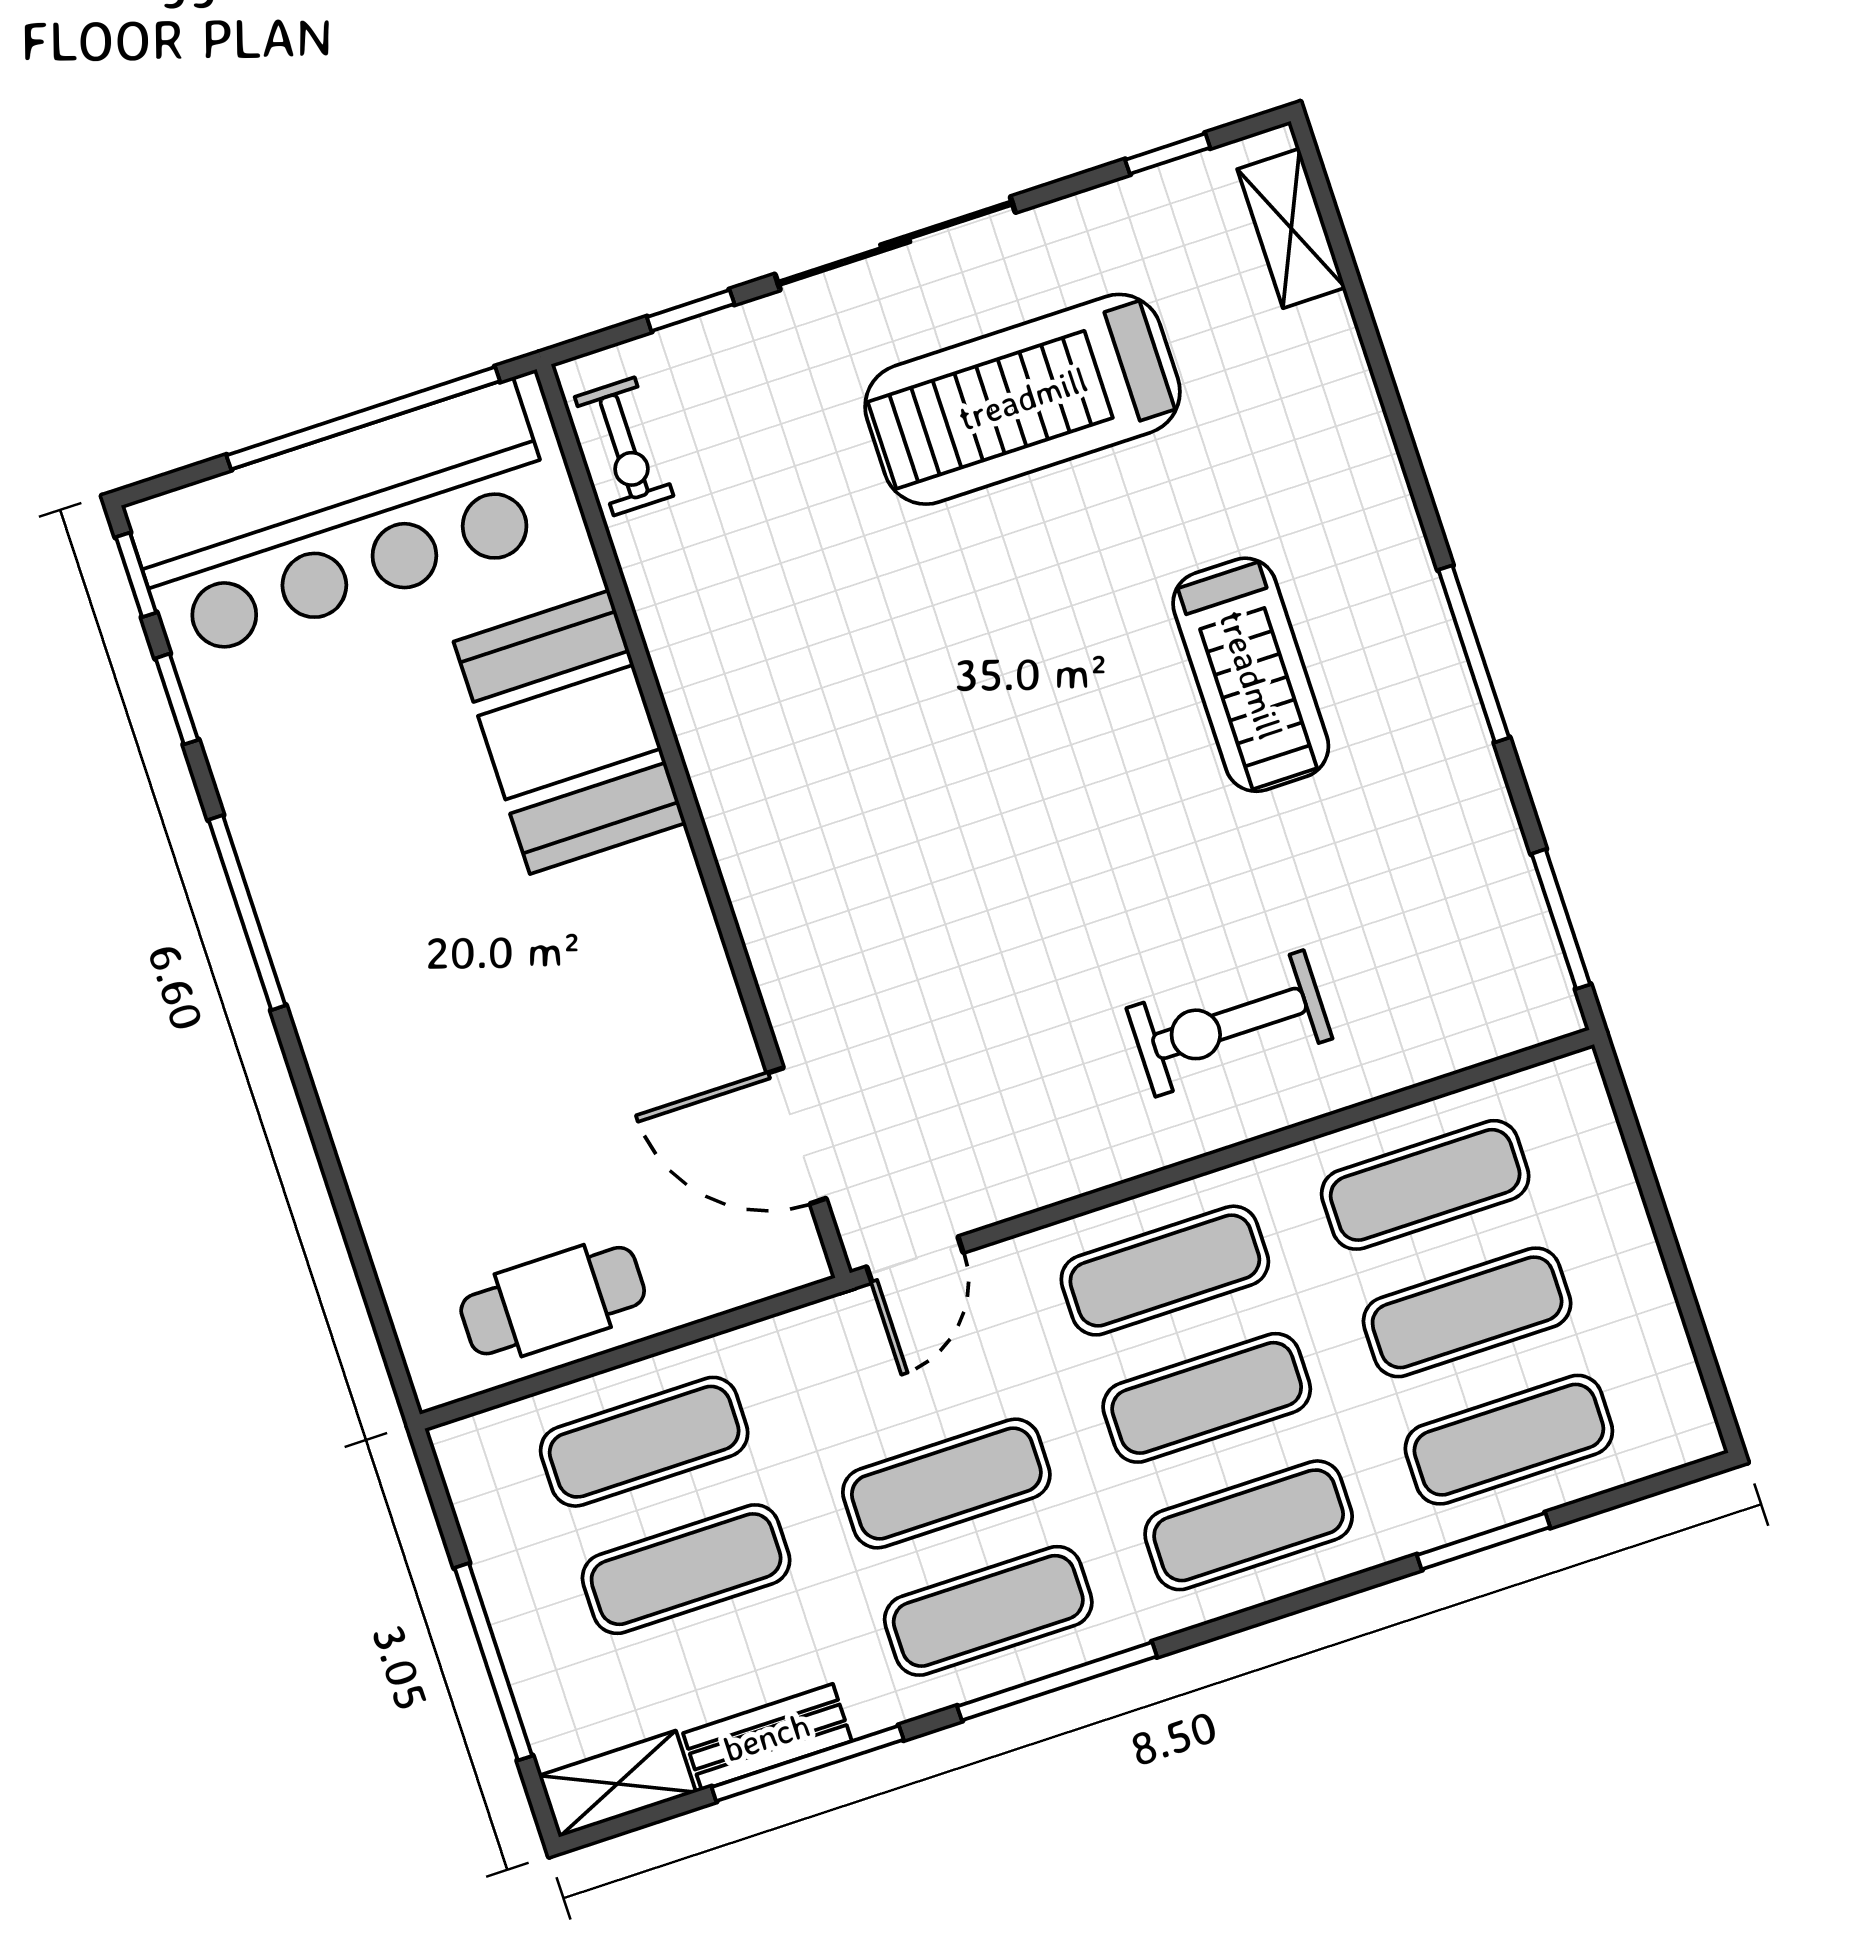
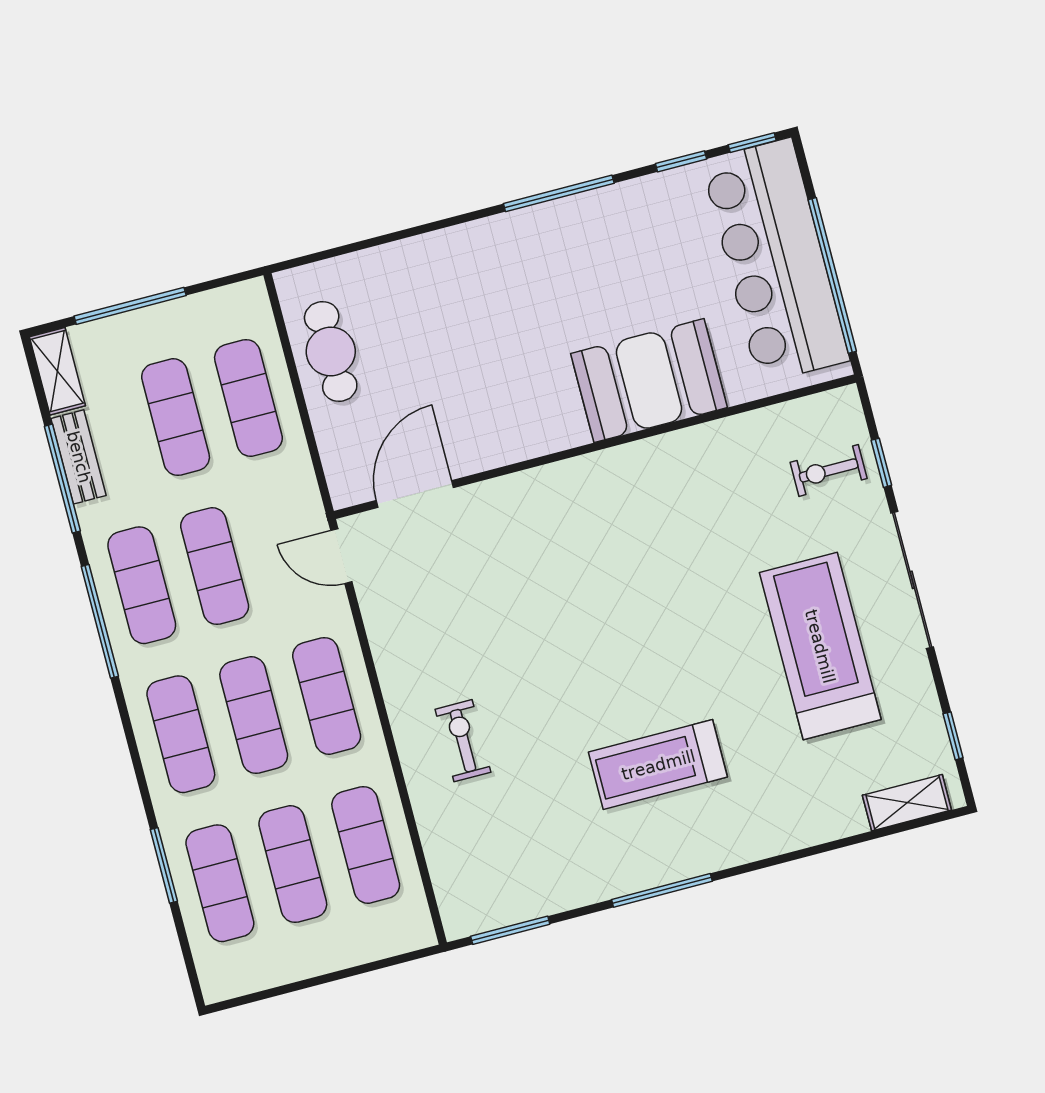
exercise bike: (624, 446) -> (829, 470), moved
exercise bike: (1229, 1023) -> (463, 741), width x0.73, depth x0.72

